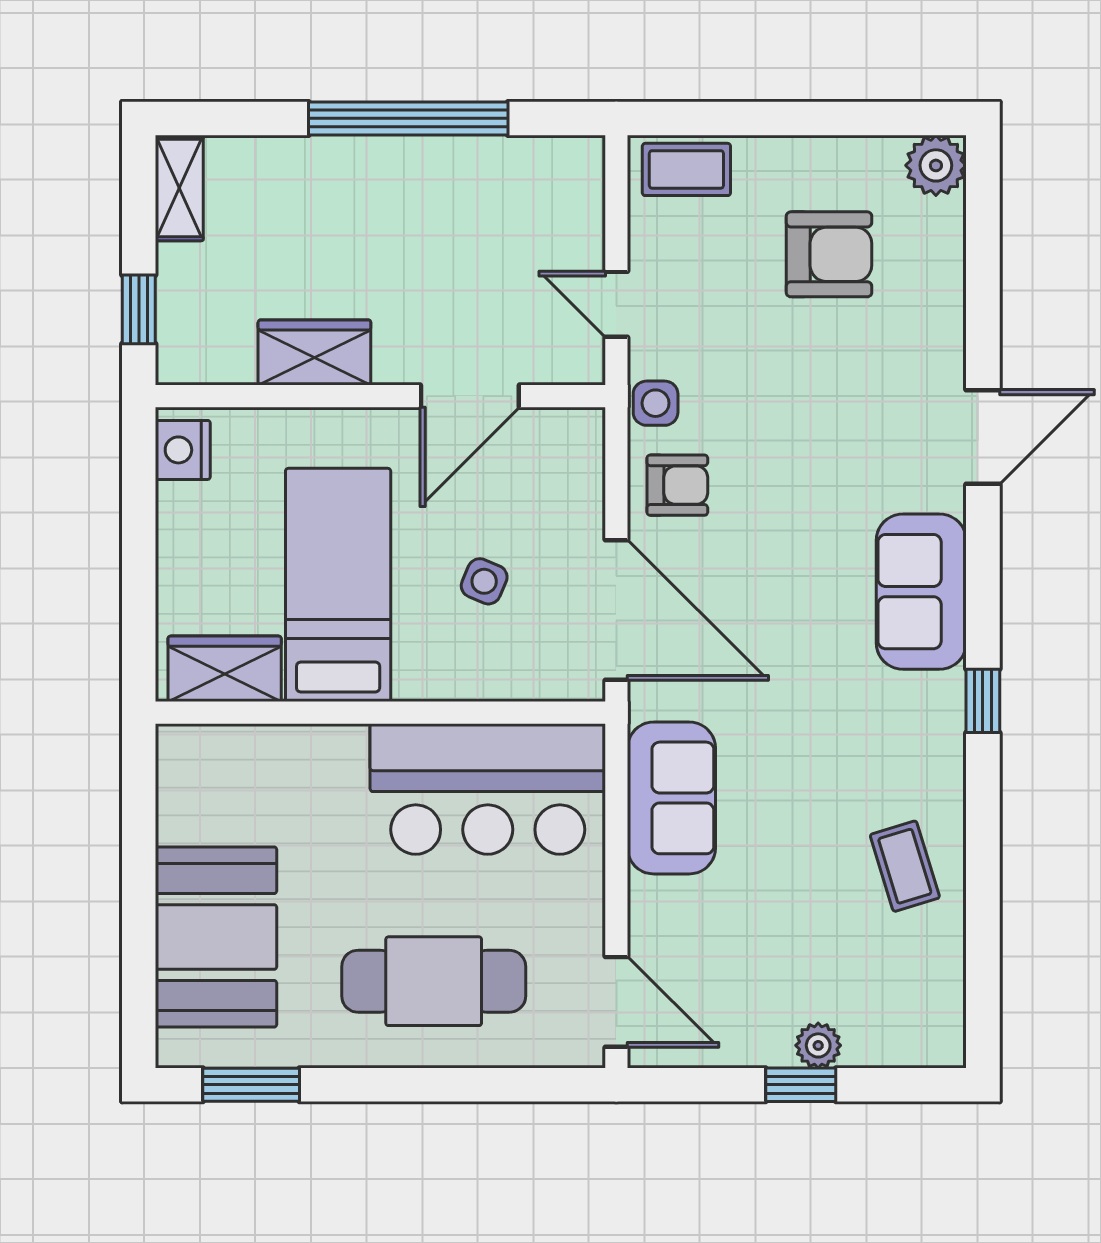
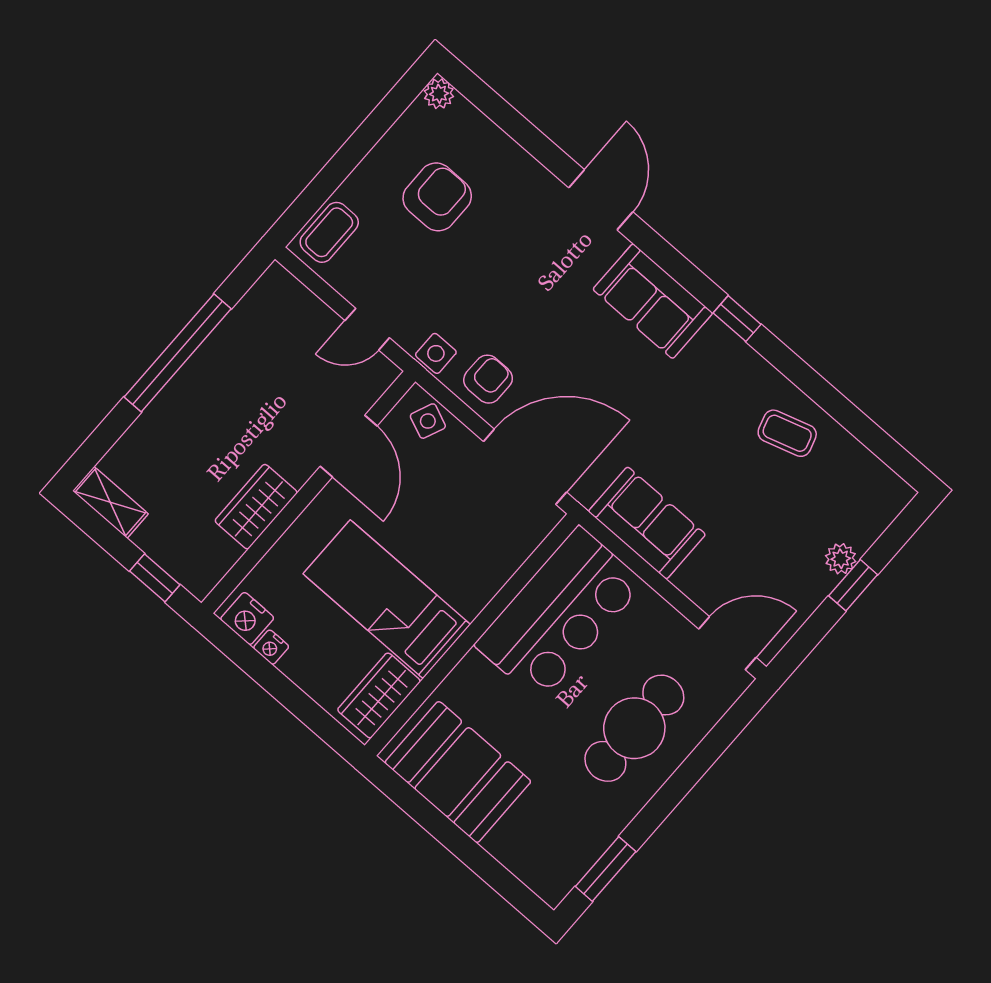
plant: (936, 165) -> (439, 94), width x0.73, depth x0.73
nightstand: (174, 504) -> (271, 647), added
side table: (484, 581) -> (428, 421), moved
booth: (216, 937) -> (458, 772), moved

